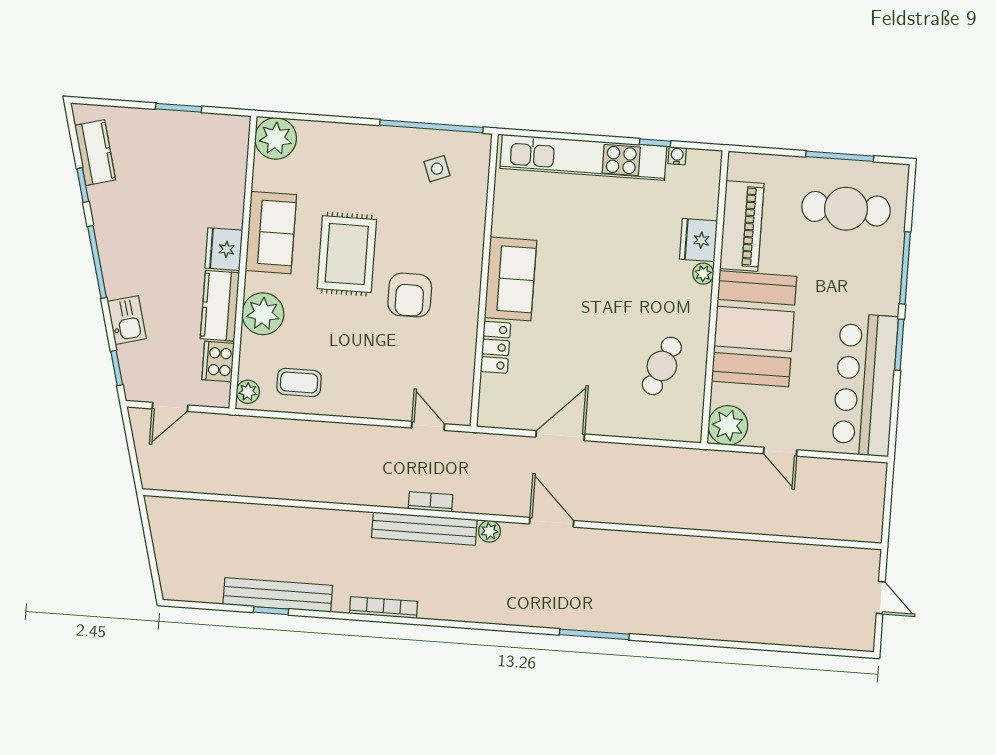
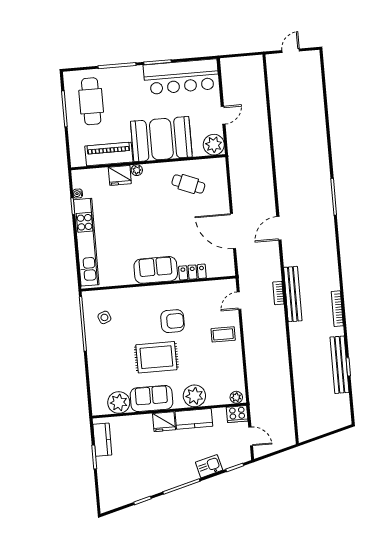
plant: (276, 138) -> (119, 402), moved
kitchen counter: (95, 153) -> (102, 440), moved, turned 105
cooker: (218, 361) -> (237, 414), moved
coffee table: (299, 382) -> (223, 334), moved, turned 90
door: (560, 436) -> (233, 231), width x1.36
plant: (489, 531) -> (289, 260), removed

